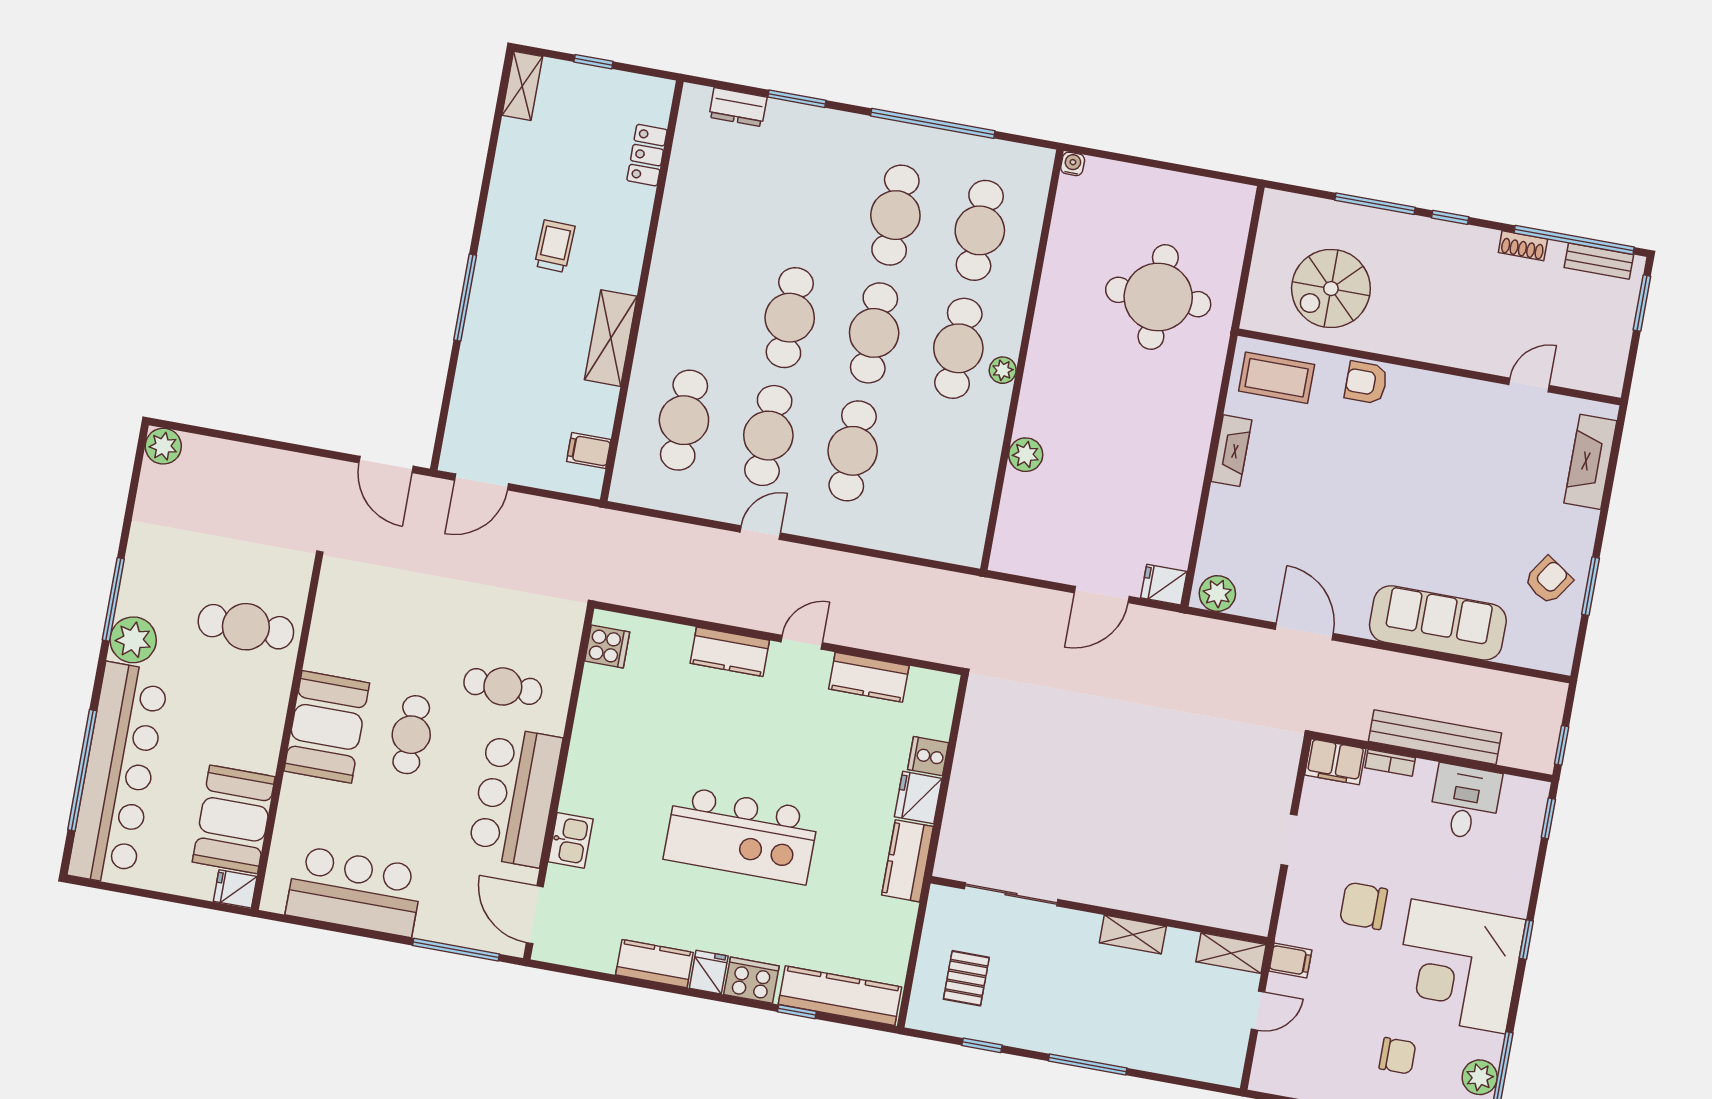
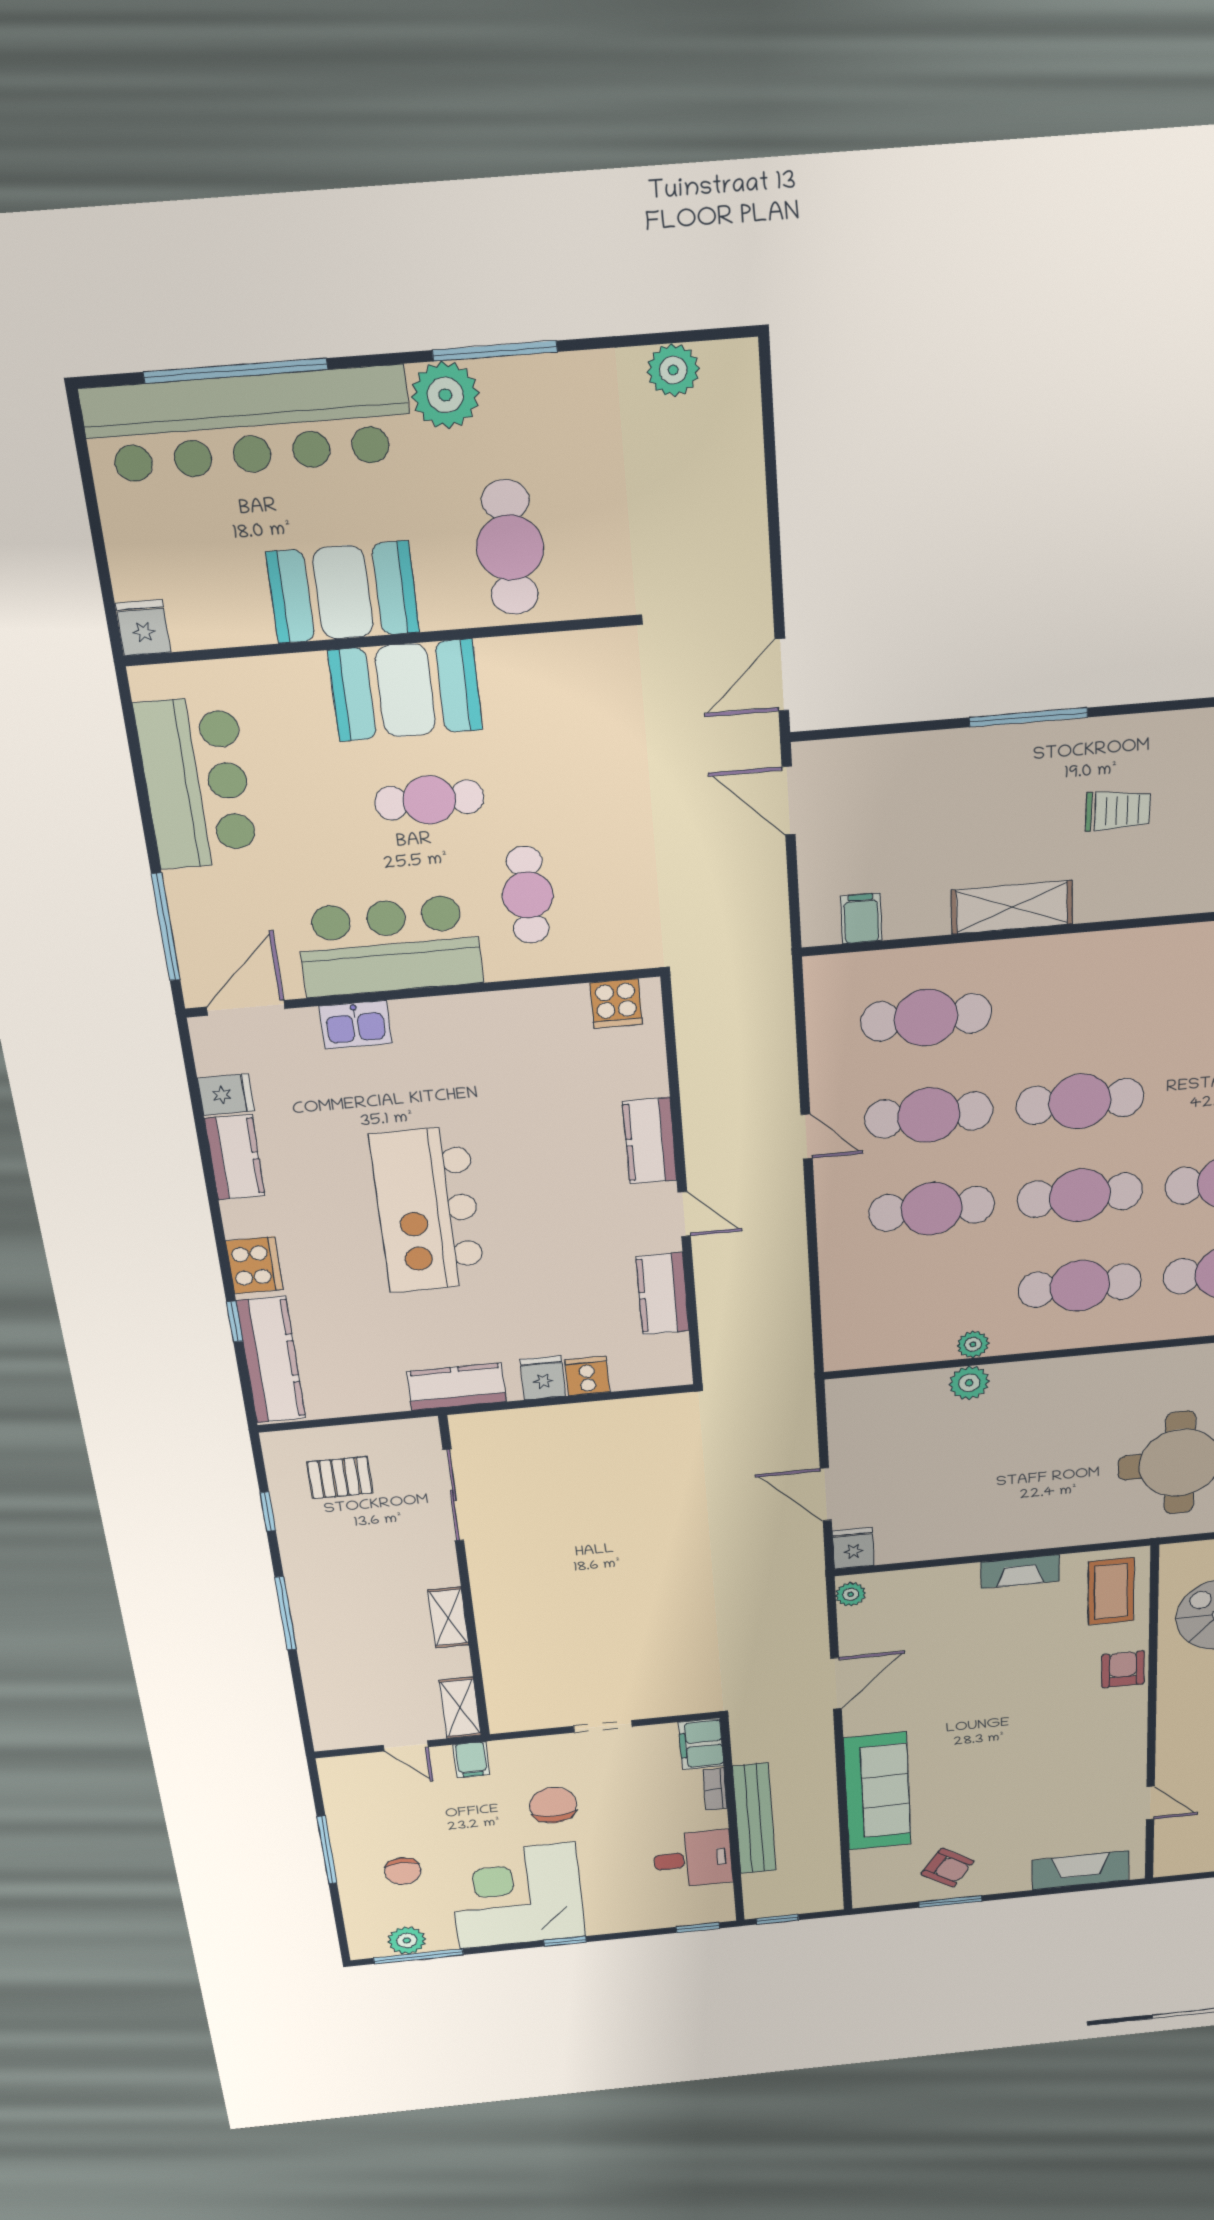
plant: (1003, 370) -> (973, 1344), moved
plant: (163, 446) -> (673, 370), moved
plant: (1217, 594) -> (851, 1594), width x0.73, depth x0.73
fridge: (918, 798) -> (543, 1378), width x0.72
booth: (234, 819) -> (343, 592), moved
fridge: (709, 972) -> (226, 1095), moved

